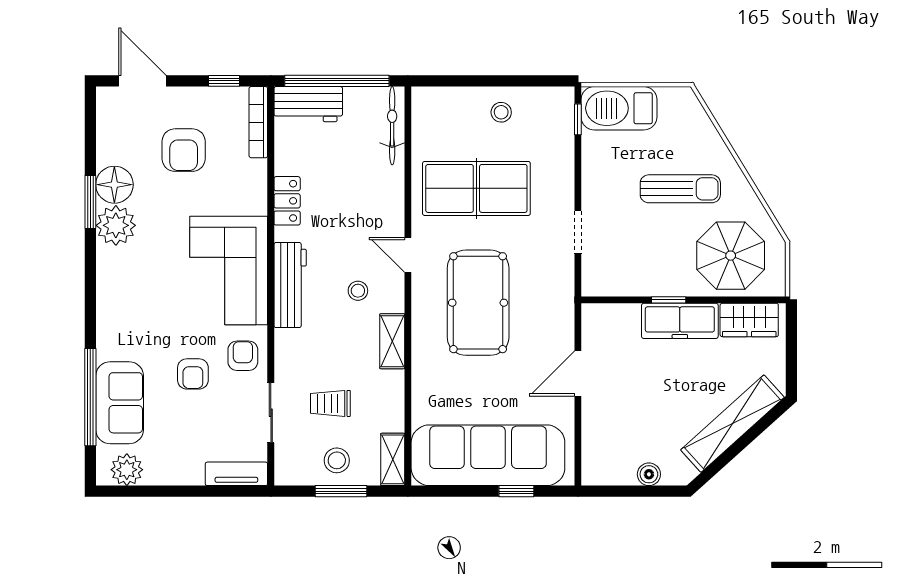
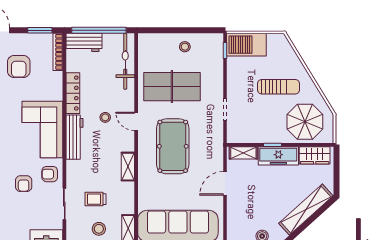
window: (224, 81) -> (40, 30), width x1.50
bicycle: (392, 126) -> (125, 61), width x1.37, depth x1.40
locker: (287, 201) -> (73, 93), width x1.53
stool: (358, 291) -> (105, 117), moved
shelving: (613, 315) -> (243, 153), added
armchair: (243, 356) -> (50, 174), turned -90

